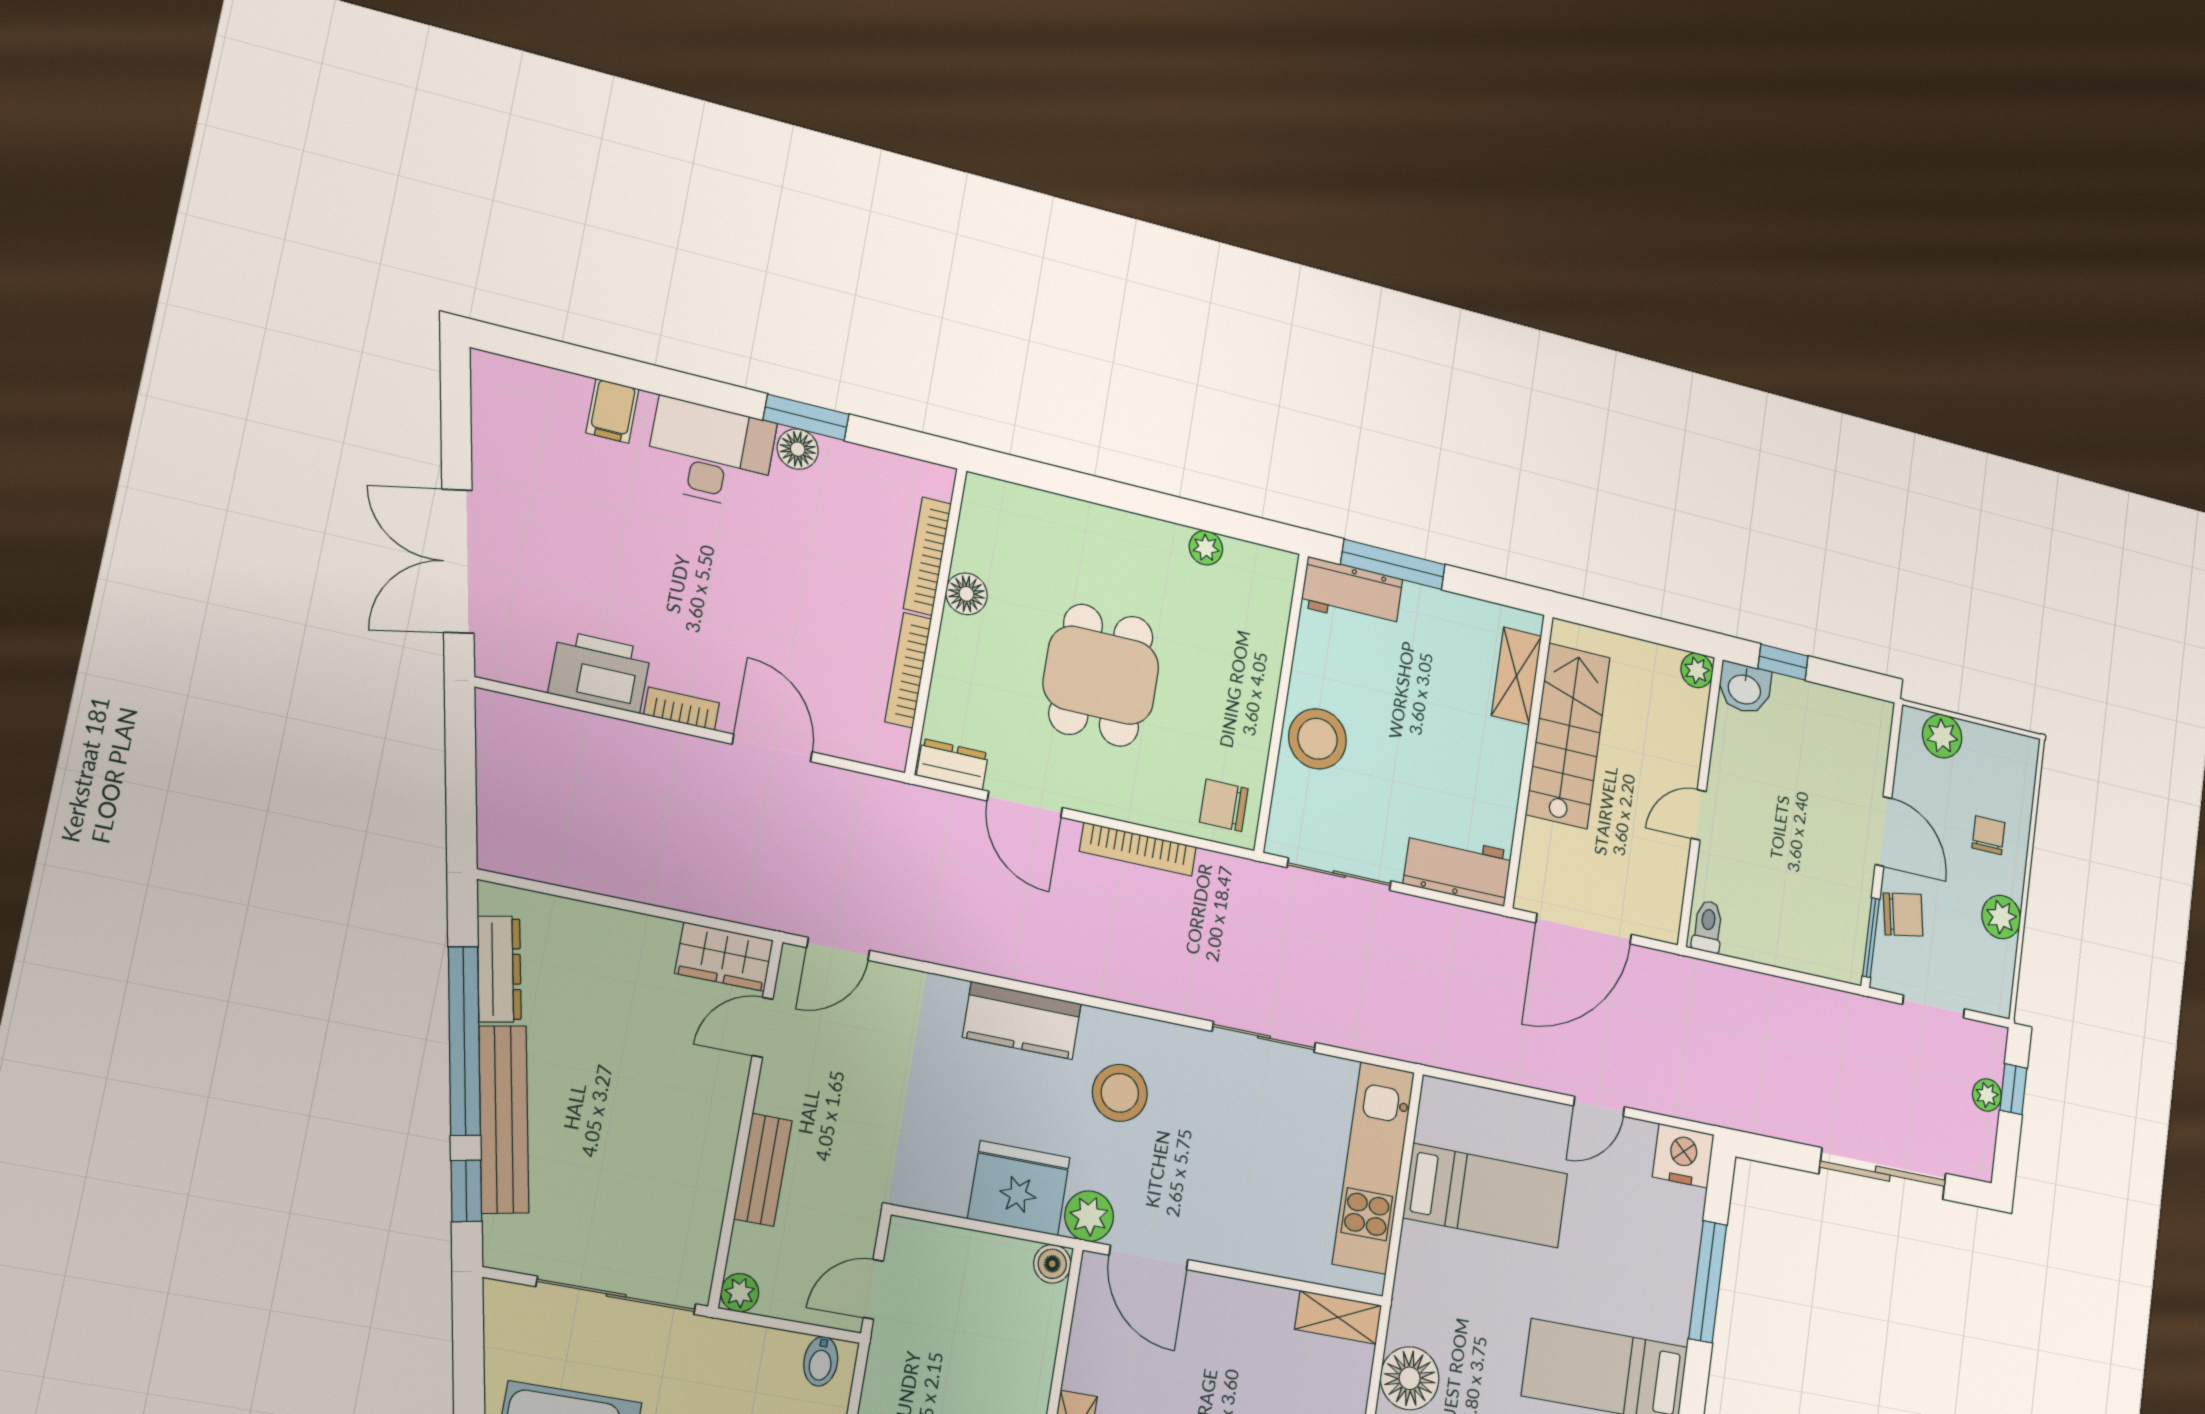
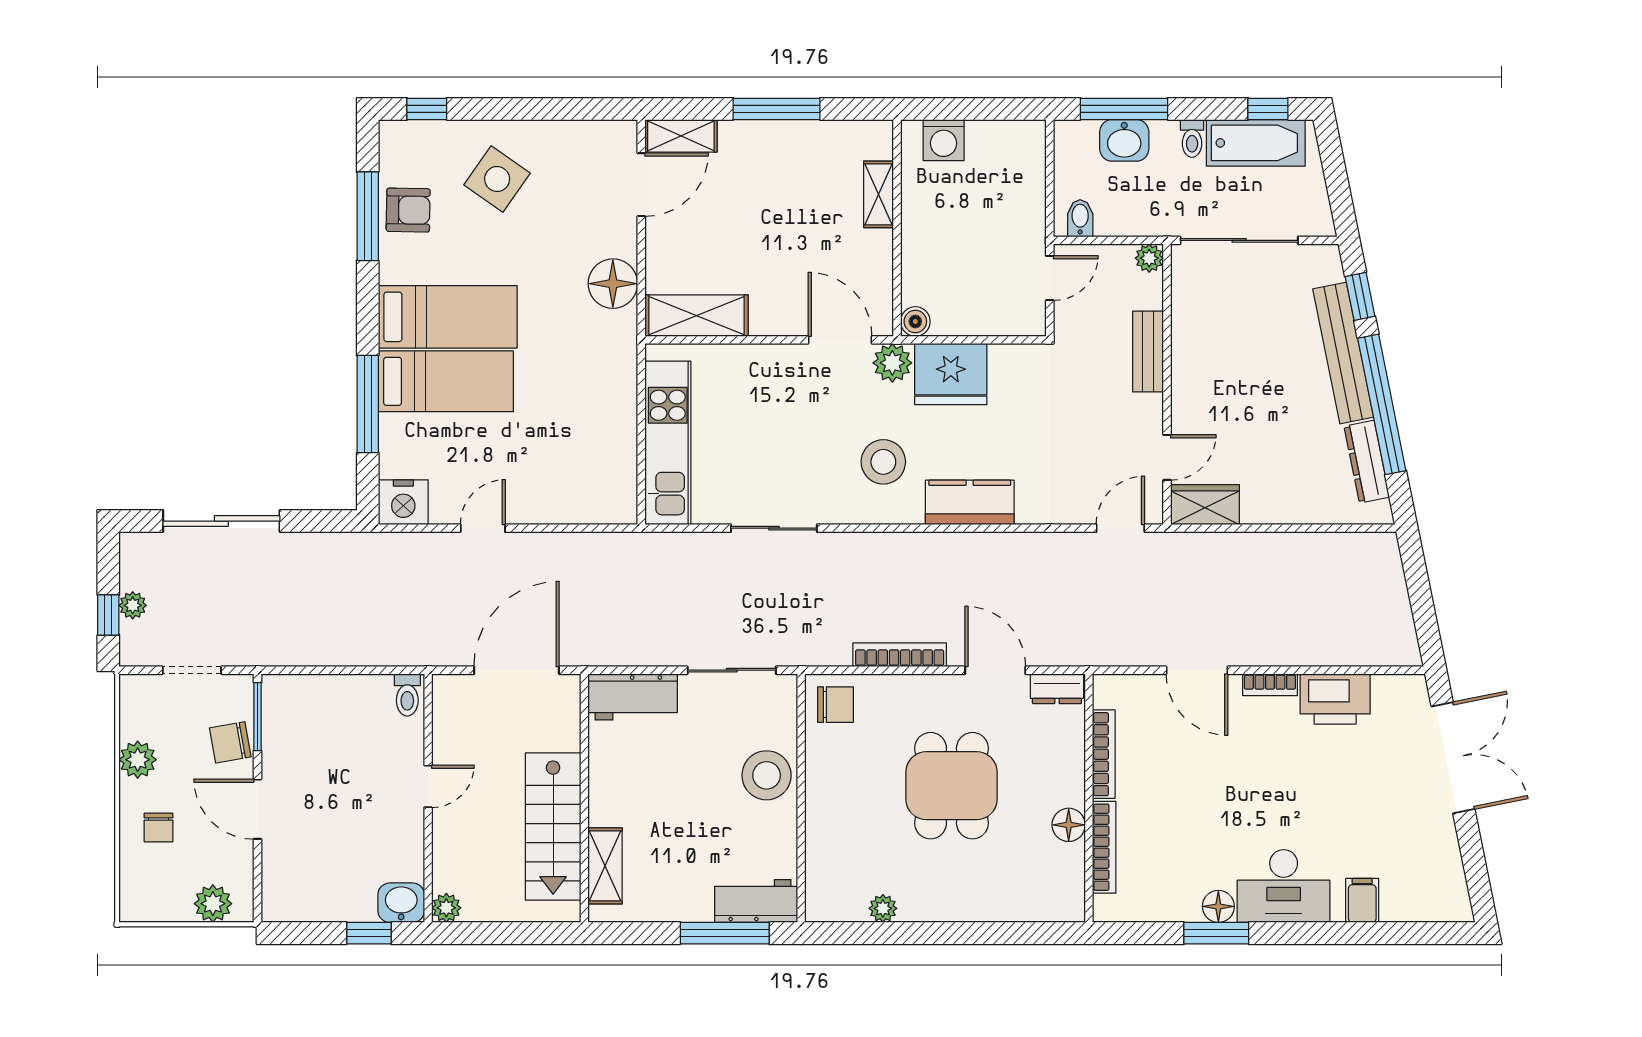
bed: (1486, 1196) -> (446, 381), moved, turned 180
shelving: (1338, 1317) -> (696, 316), width x1.50, depth x1.33

